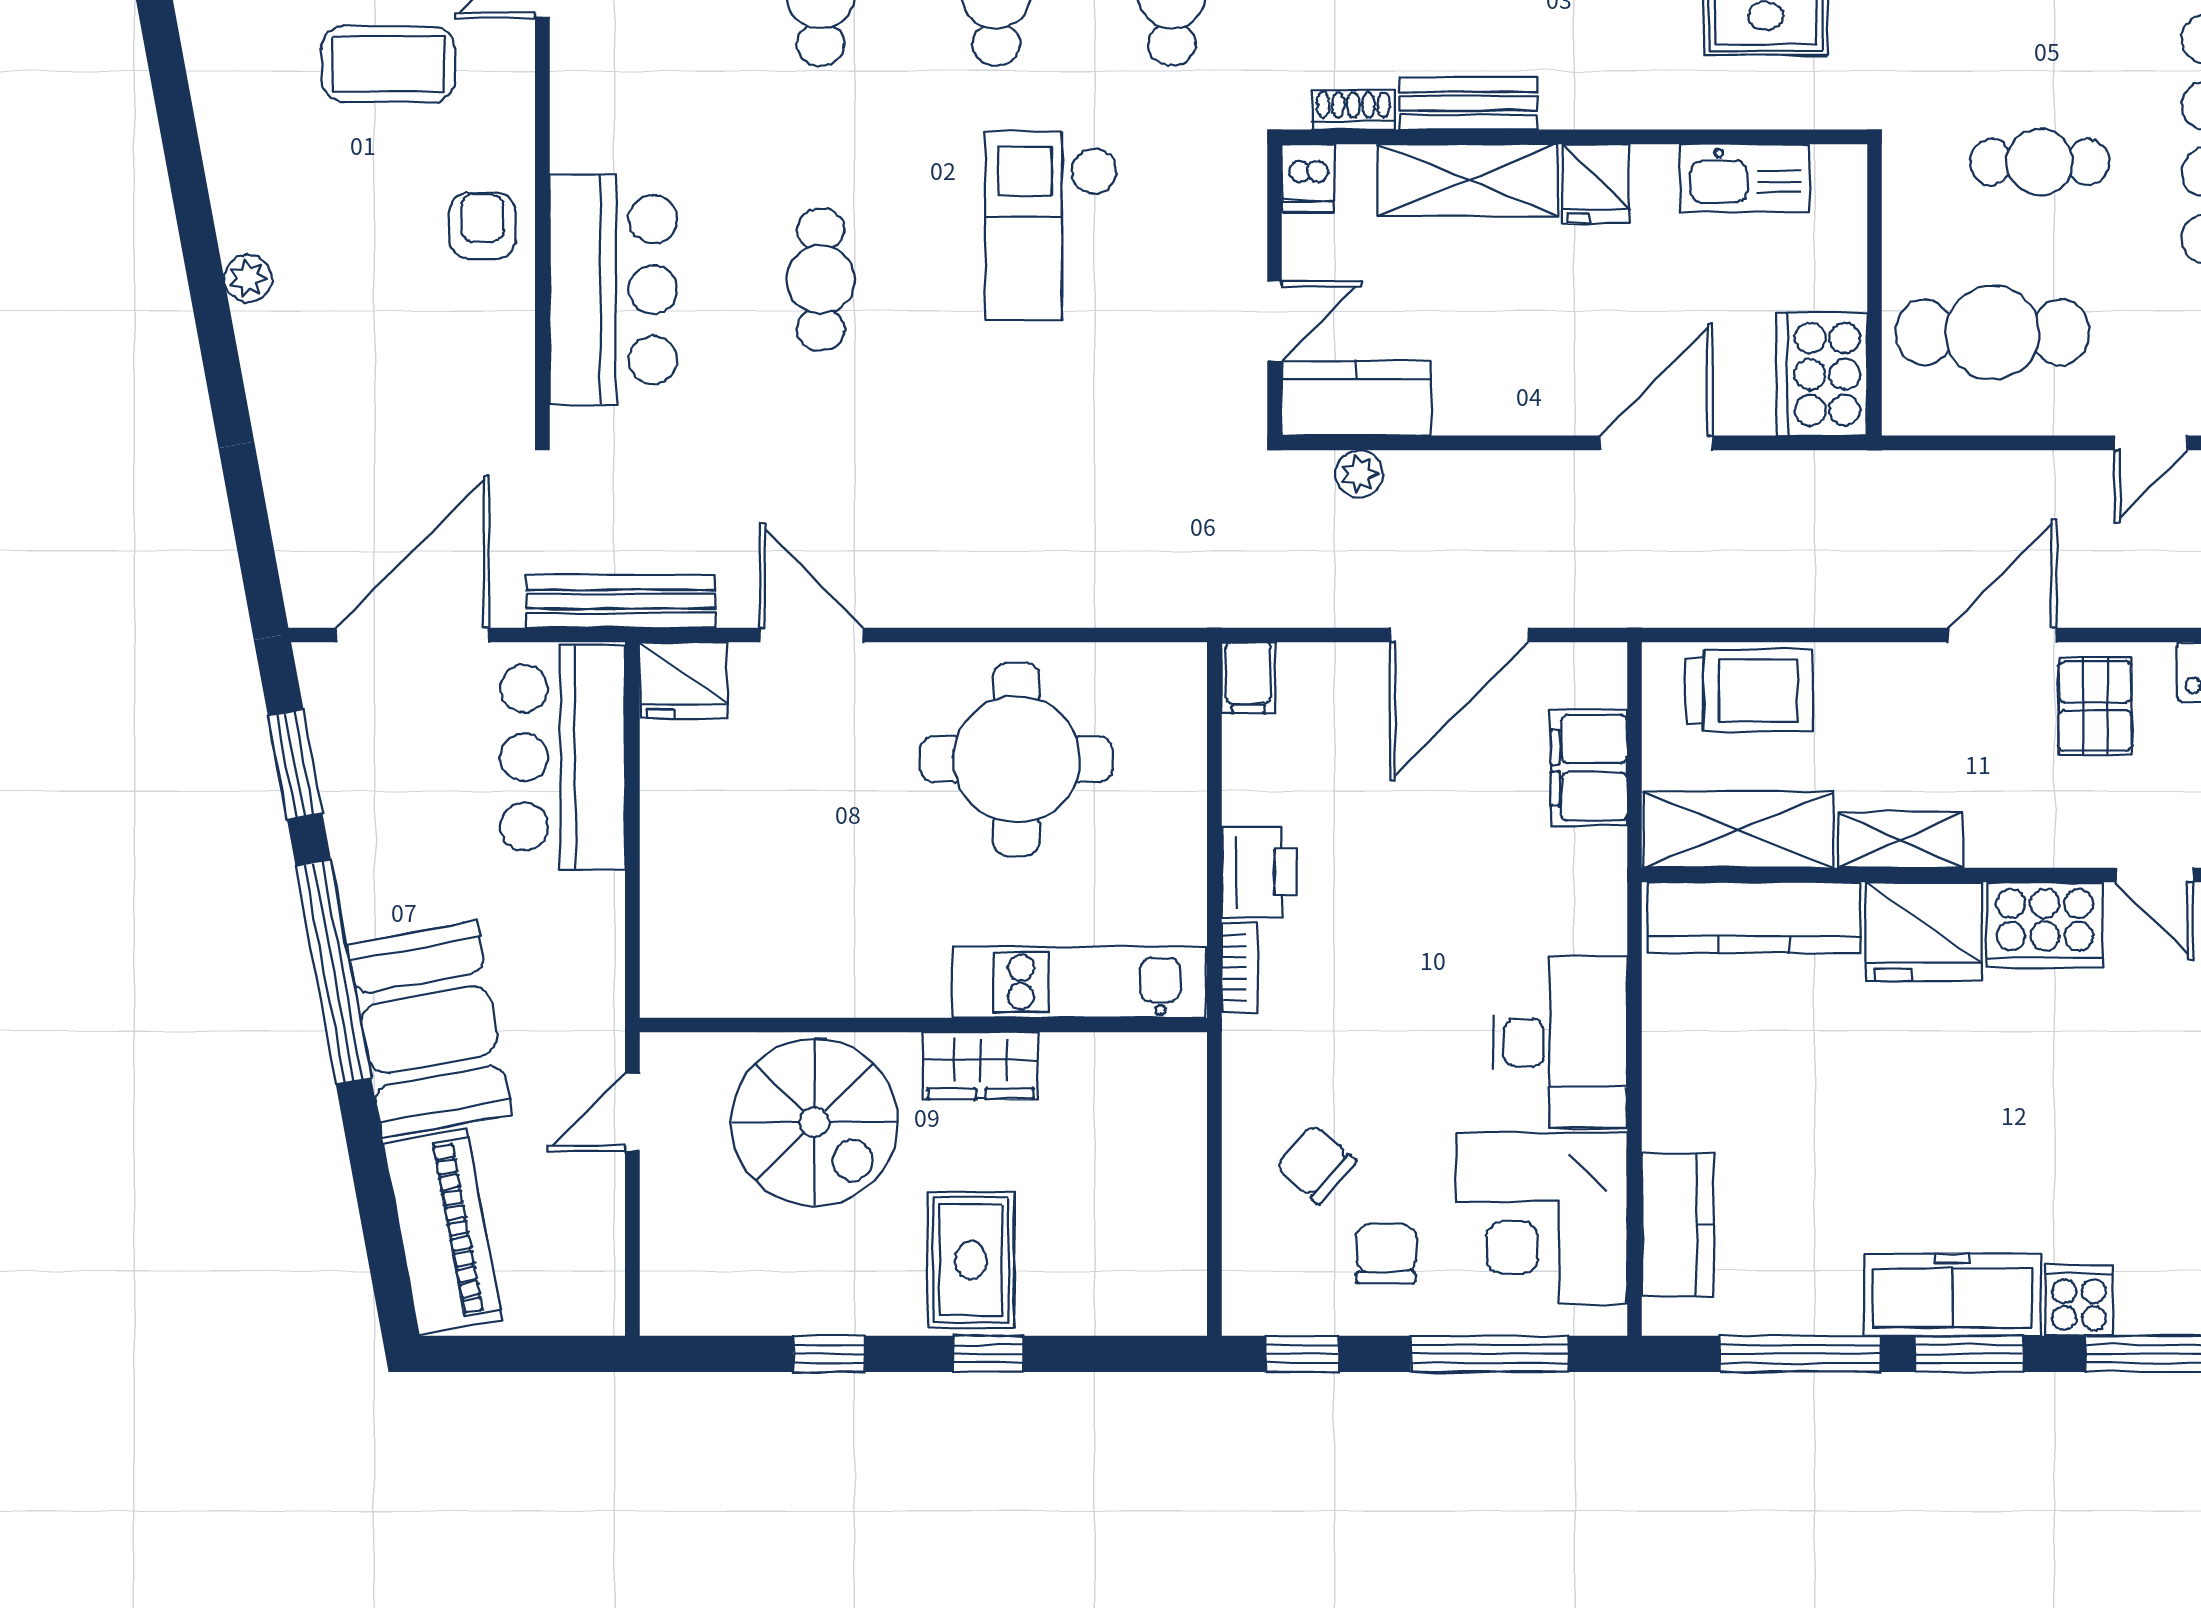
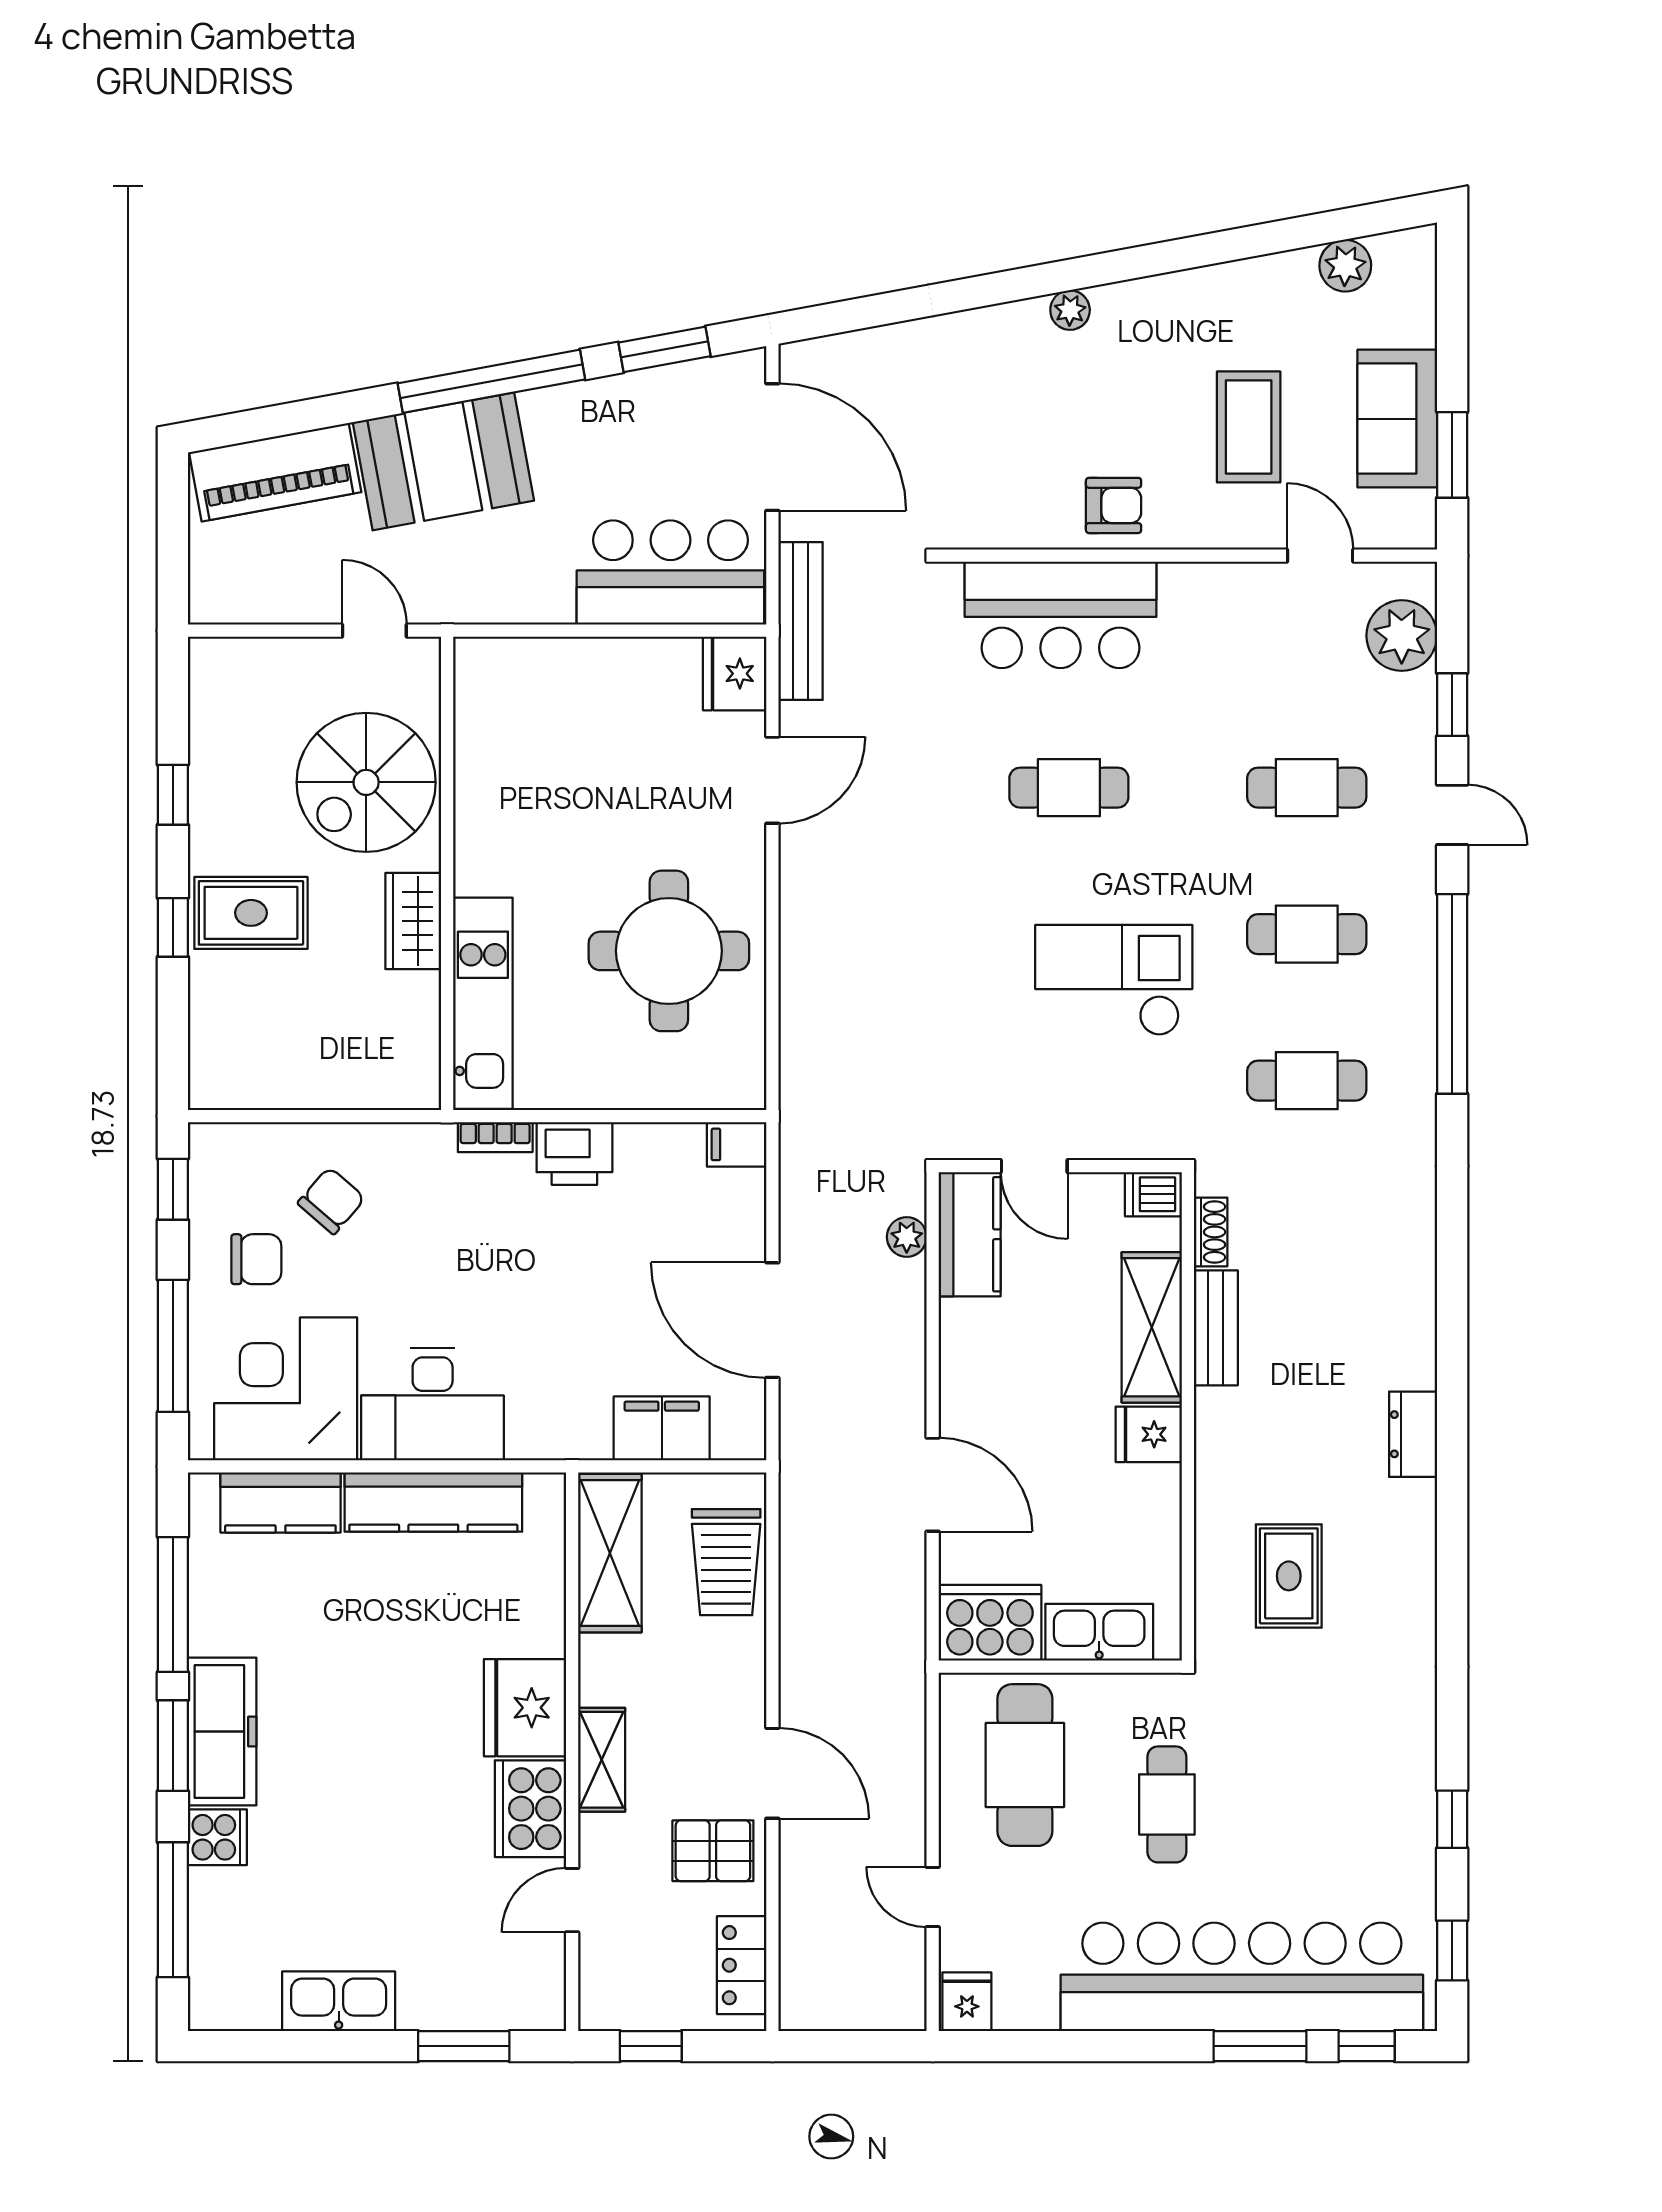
kitchen sink: (1745, 178) -> (1099, 1632), moved, turned 90
shelving: (1900, 840) -> (602, 1760), moved
kitchen counter: (1754, 918) -> (433, 1502), moved, turned -90

